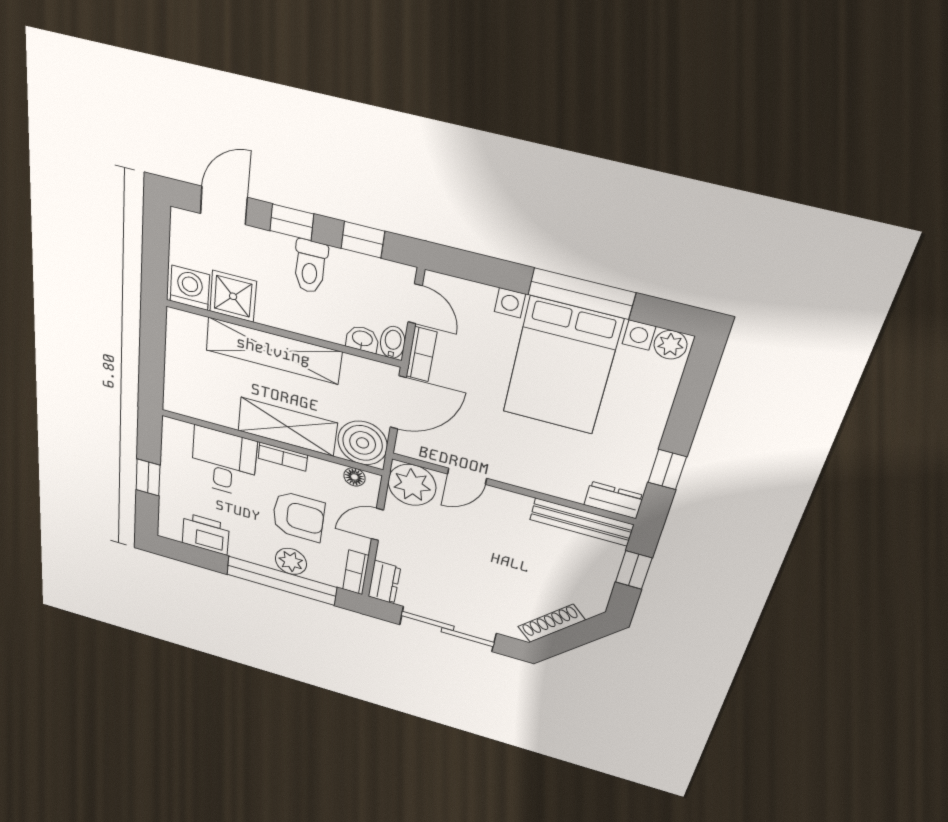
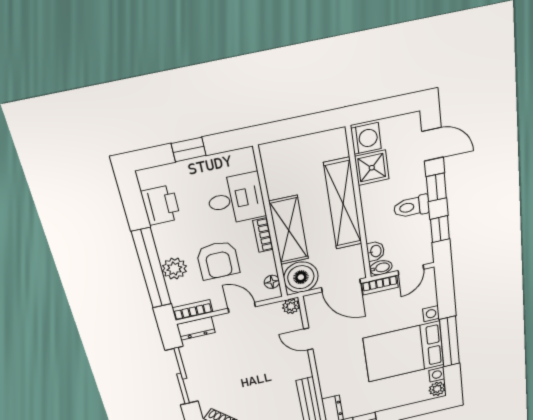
plant: (412, 485) -> (291, 306), width x0.53, depth x0.53

